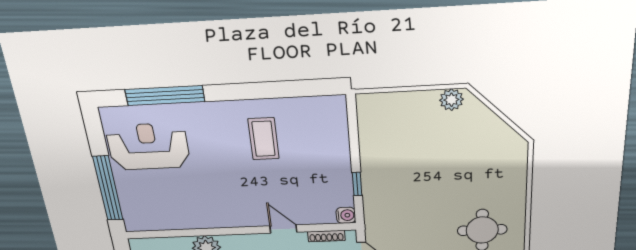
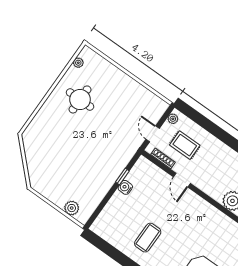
plant: (451, 100) -> (72, 208), moved
water cooler: (346, 215) -> (125, 187), moved

